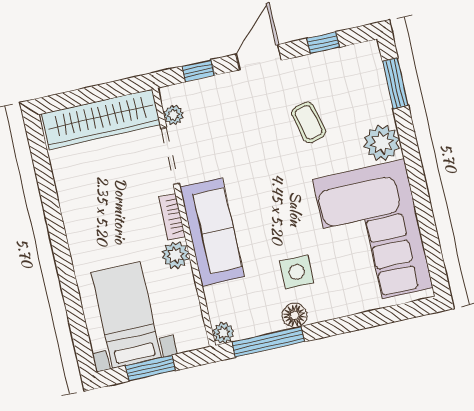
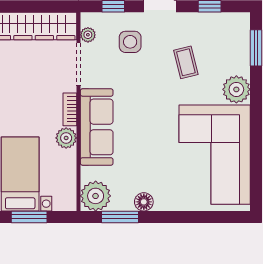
side table: (297, 272) -> (130, 42), moved
plant: (223, 333) -> (96, 196), width x1.87, depth x1.87
window: (268, 342) -> (120, 217), width x0.69

